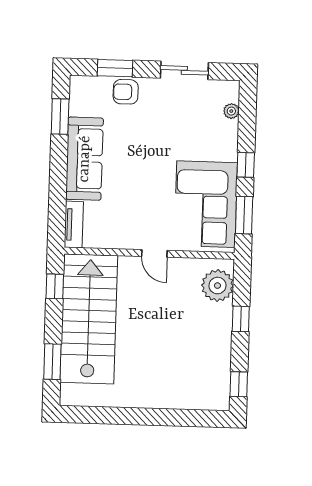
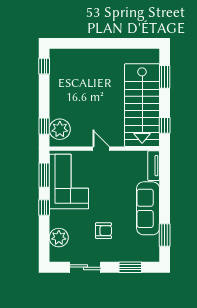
armchair: (126, 92) -> (104, 231), moved
plant: (231, 111) -> (59, 238), width x1.88, depth x1.88
window: (241, 319) -> (44, 126), moved

